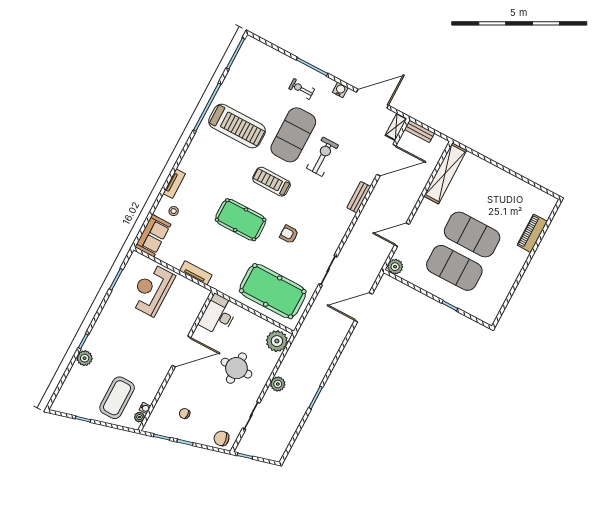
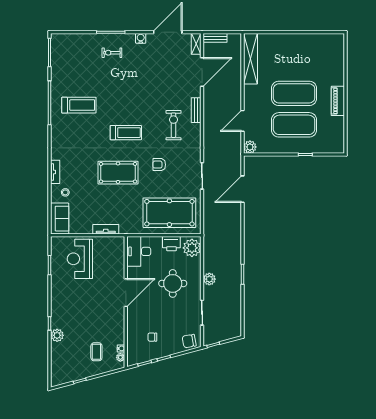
treadmill: (237, 126) -> (79, 105), width x0.73, depth x0.73
exercise mat: (293, 135) -> (124, 90), removed
exercise bike: (322, 157) -> (173, 125), moved
treadmill: (271, 182) -> (126, 133), turned 180
piano: (532, 233) -> (338, 101), moved
printer: (258, 325) -> (171, 244), added
coffee table: (117, 398) -> (96, 352), width x0.54, depth x0.58

